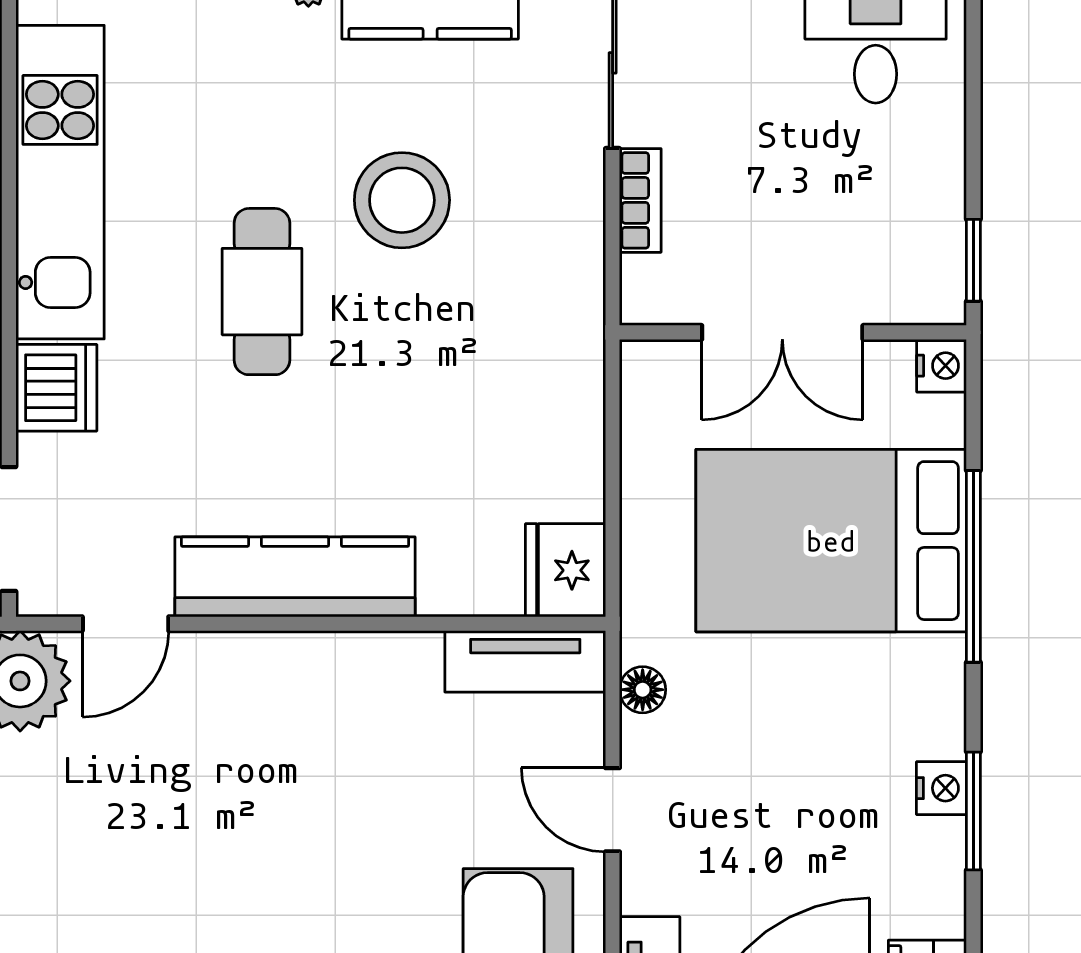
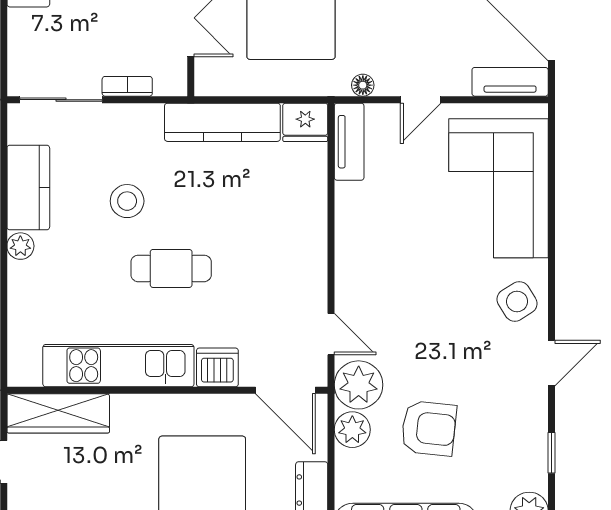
stool: (402, 200) -> (127, 201), width x0.73, depth x0.73
kitchen counter: (295, 577) -> (222, 122), moved, turned -90

